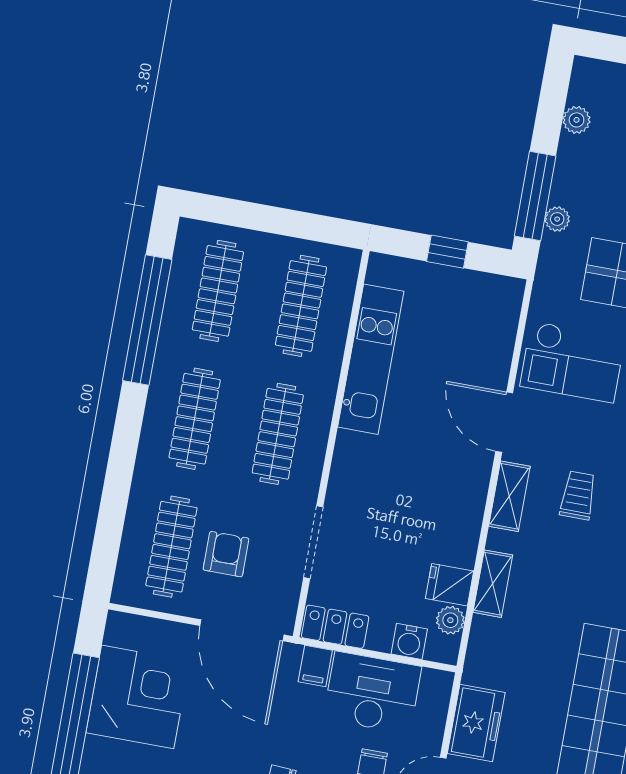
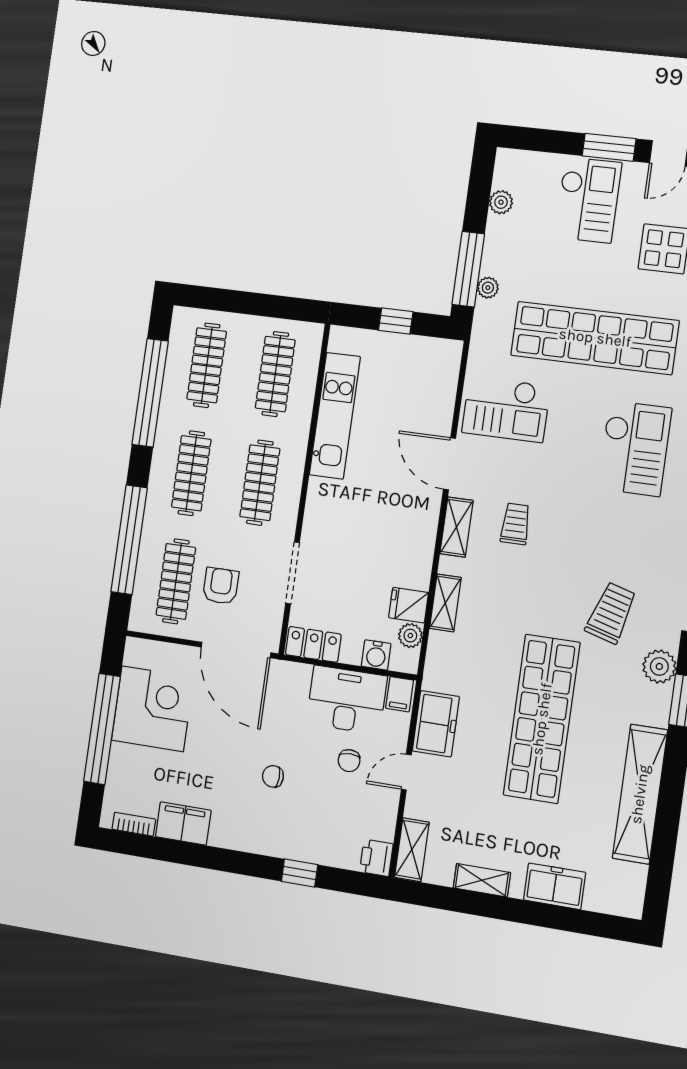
window: (116, 495) -> (129, 540), added
filing cabinet: (315, 666) -> (400, 694), moved

